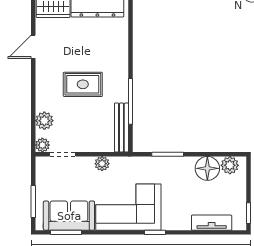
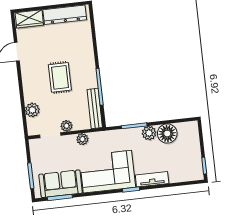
rug: (83, 84) -> (60, 77), turned 90
plant: (42, 145) -> (67, 126), moved
plant: (230, 165) -> (149, 133), moved
tv unit: (212, 223) -> (152, 179), moved

